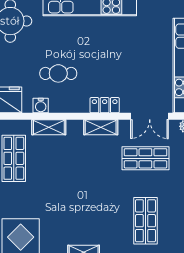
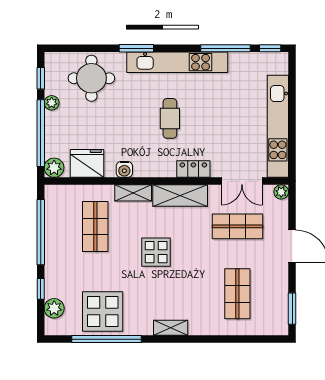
cafe table: (58, 73) -> (170, 118), moved, turned 90
shelving: (101, 127) -> (180, 196), width x1.50, depth x1.33
display table: (70, 182) -> (156, 252), added

